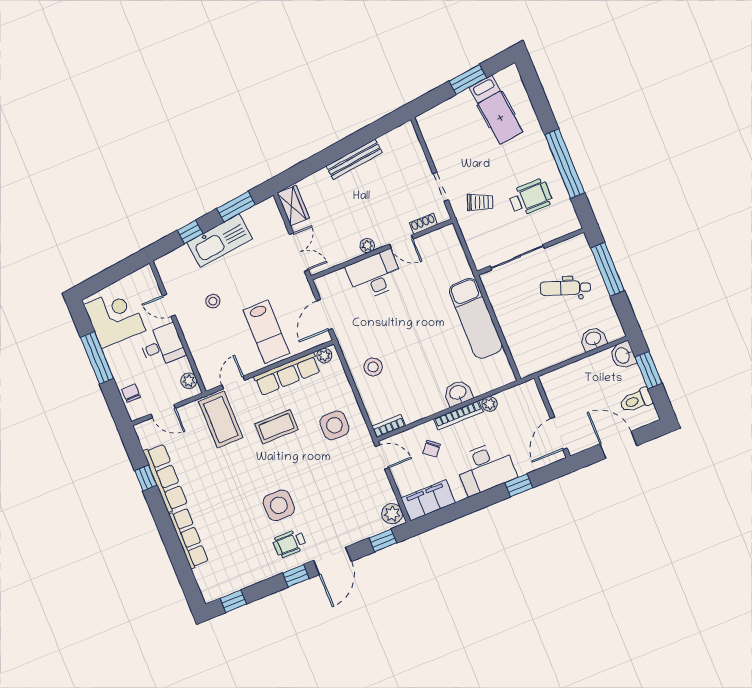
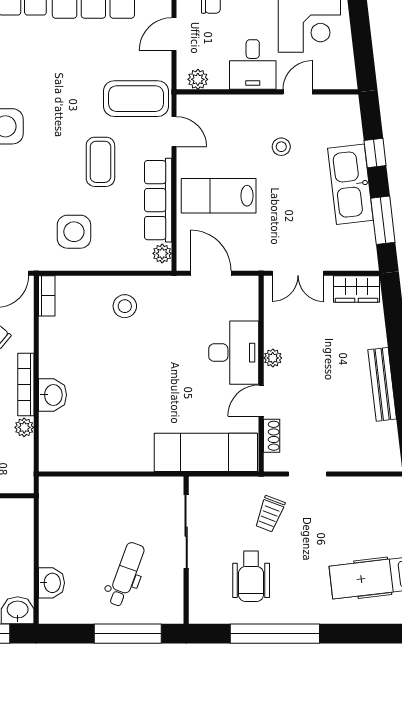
exam couch: (476, 318) -> (206, 452), moved

